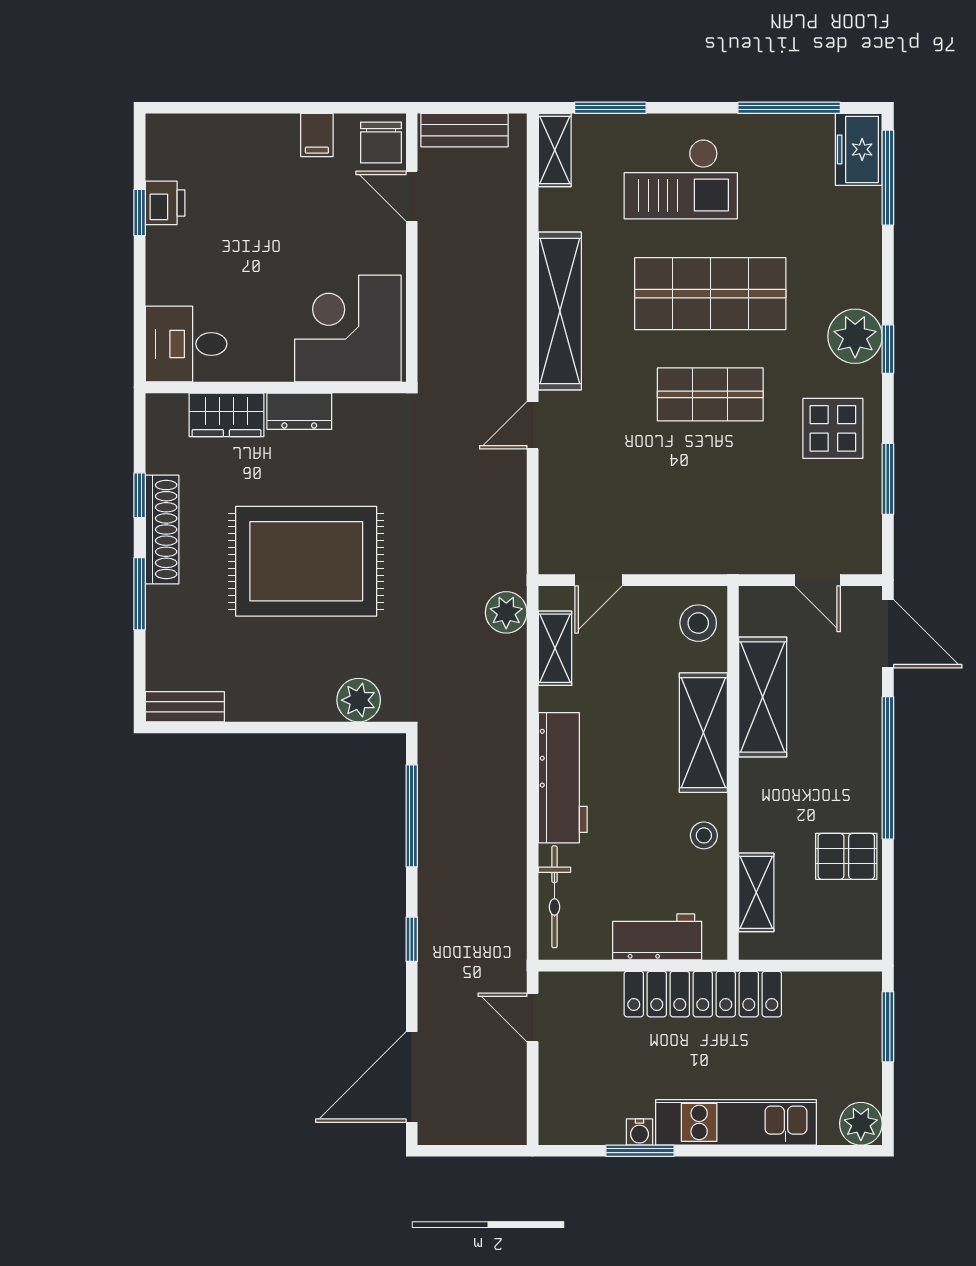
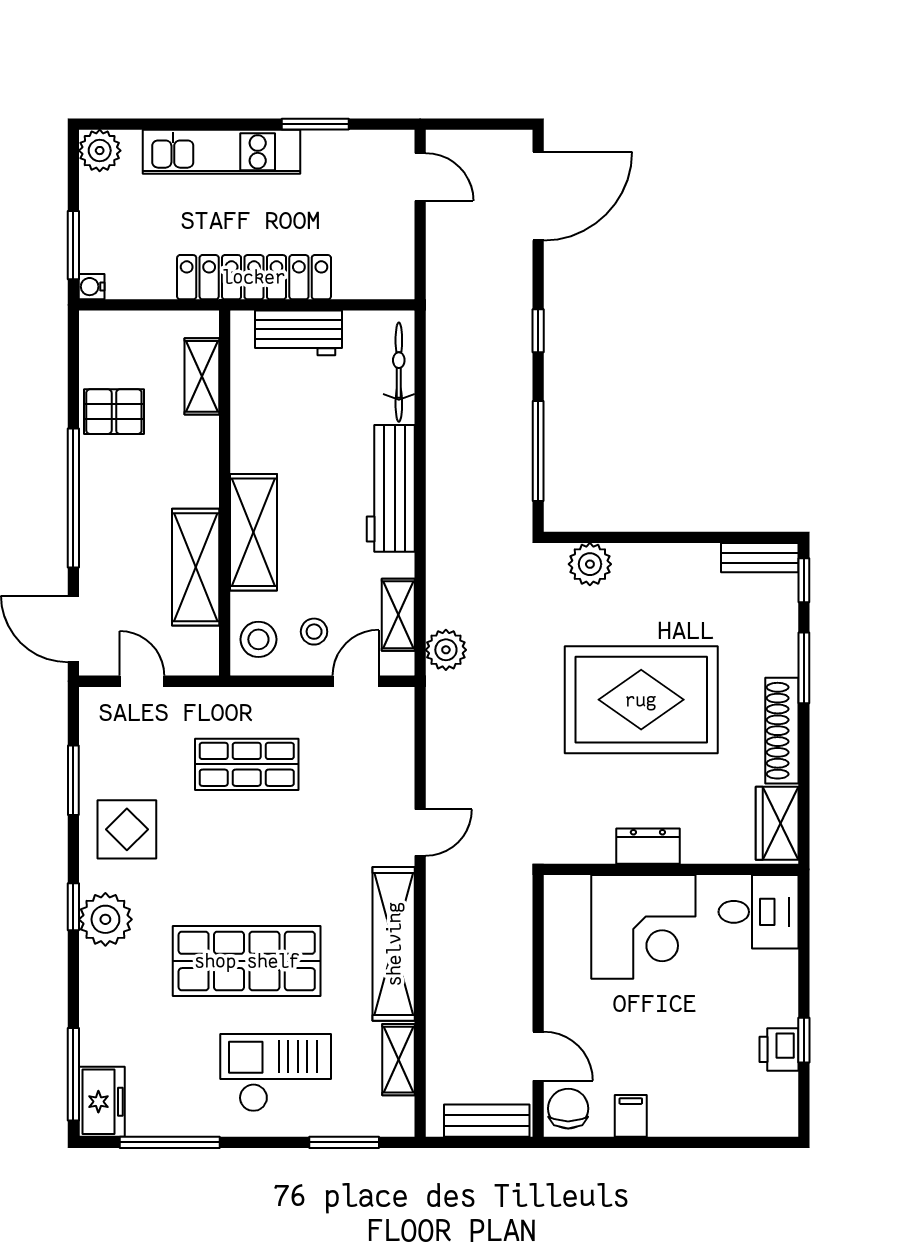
shelving: (555, 150) -> (399, 1060), moved
corner desk: (348, 328) -> (643, 927), moved
shop shelf: (710, 394) -> (247, 764), moved
wardrobe: (226, 415) -> (777, 823), moved, turned -90
window: (140, 495) -> (804, 580), moved
stool: (704, 835) -> (314, 632), moved
door: (533, 1017) -> (420, 177), moved
water cooler: (639, 1132) -> (92, 287), moved, turned -90

